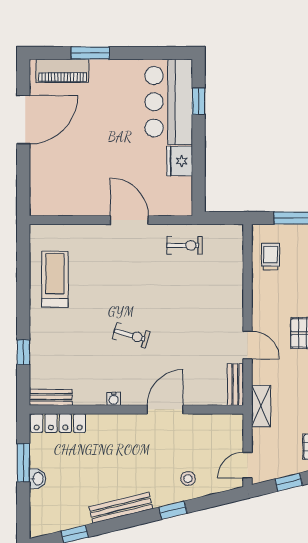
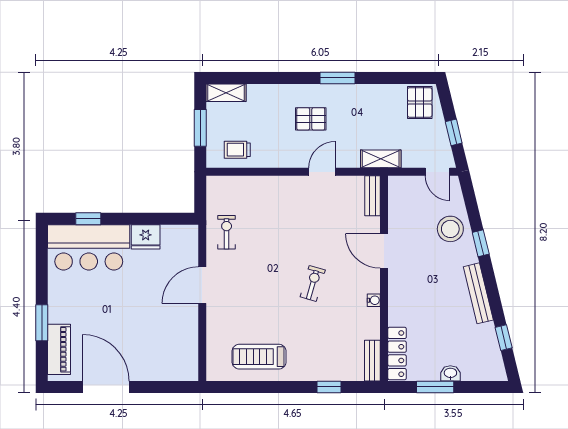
bench: (235, 384) -> (372, 196), moved, turned 90
stool: (188, 479) -> (450, 229), width x1.89, depth x1.89

